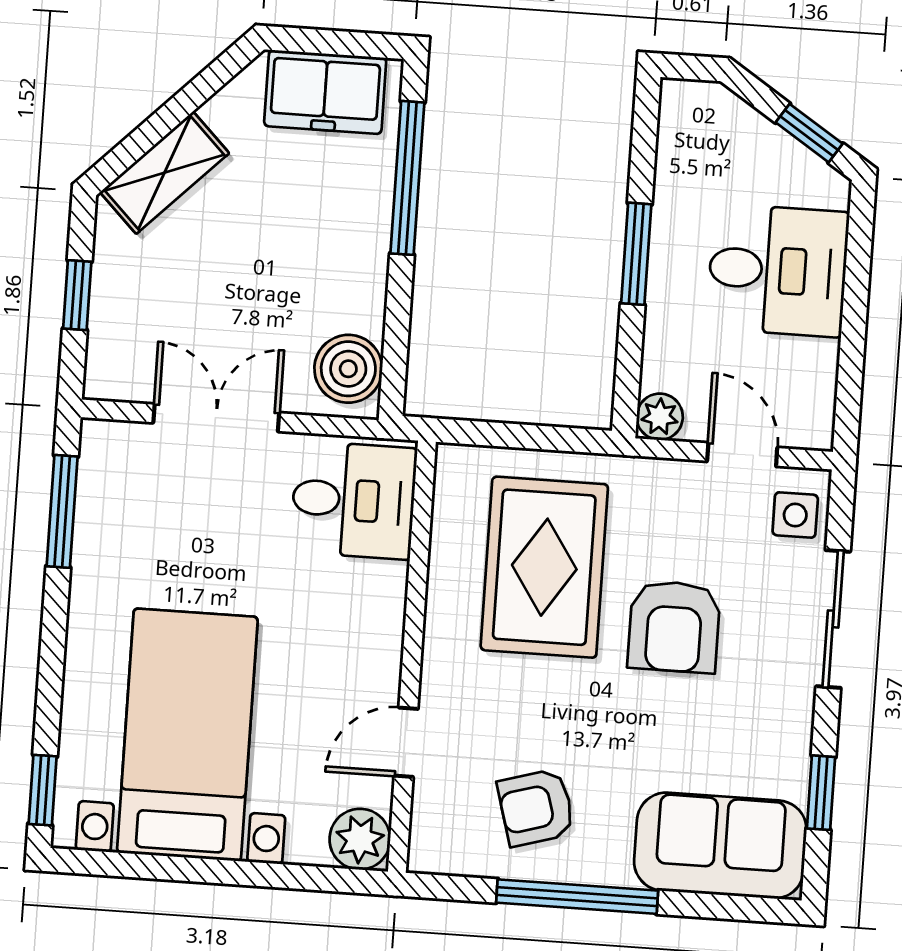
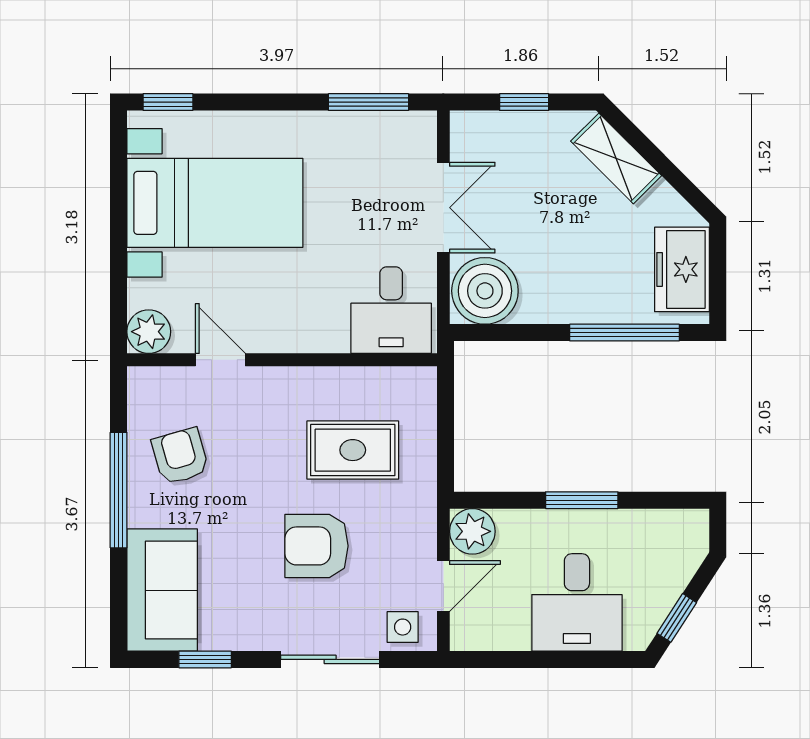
boiler: (348, 369) -> (485, 291), width x1.37, depth x1.37
plant: (660, 417) -> (472, 531), width x1.38, depth x1.38
rug: (544, 567) -> (353, 450), width x0.73, depth x0.70

